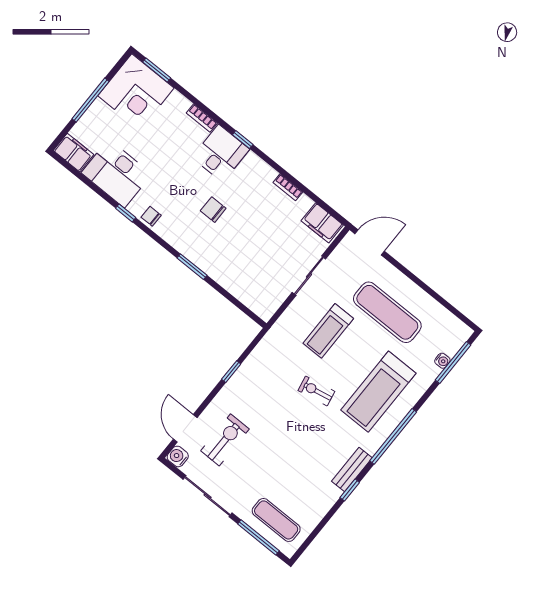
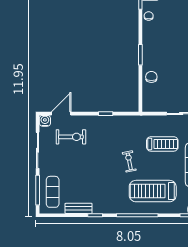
chair: (213, 210) -> (151, 77), moved
treadmill: (328, 331) -> (162, 144), turned 180
bench: (352, 469) -> (79, 208), moved

